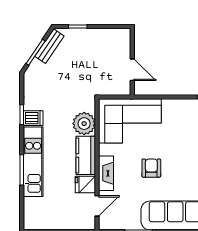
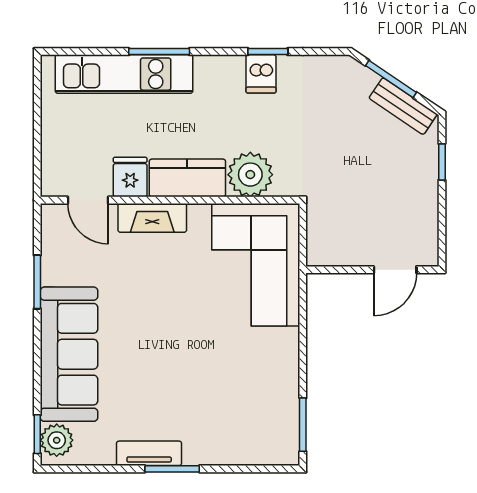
door: (132, 70) -> (395, 270), moved
kitchen unit: (33, 162) -> (124, 74), moved
armchair: (151, 168) -> (163, 307), removed

